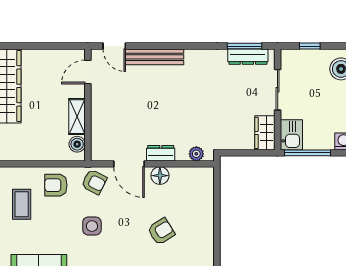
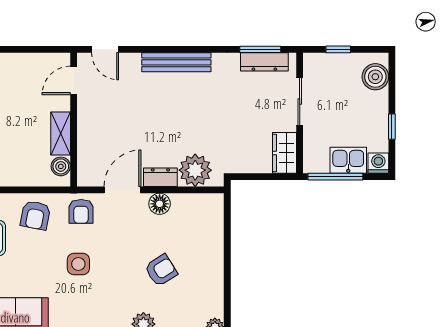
bench: (155, 57) -> (176, 62), moved
kitchen sink: (291, 135) -> (348, 160), moved, turned -90
plant: (196, 154) -> (195, 170), width x1.87, depth x1.87
door: (129, 164) -> (123, 190), swing flipped
armchair: (94, 182) -> (81, 211), turned 63
armchair: (56, 185) -> (35, 215), turned -79

